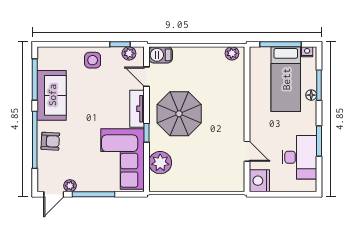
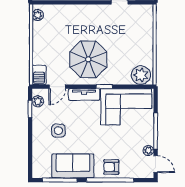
side table: (93, 60) -> (58, 131), moved
armchair: (50, 141) -> (111, 167), turned -93
plant: (160, 163) -> (141, 75), moved

